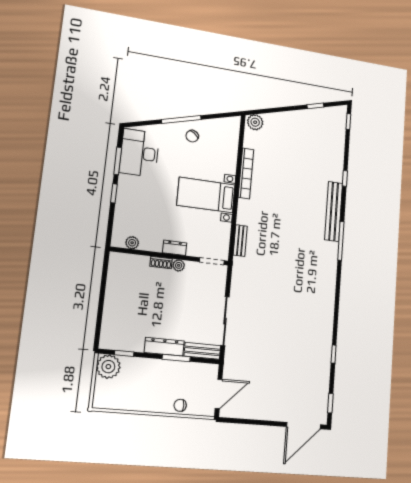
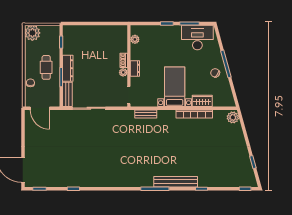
wardrobe: (229, 160) -> (202, 101), added
plant: (108, 367) -> (32, 33), moved
cafe table: (160, 379) -> (46, 67), added

